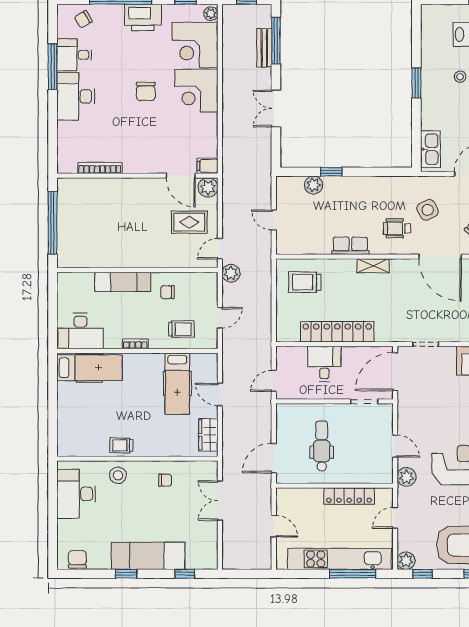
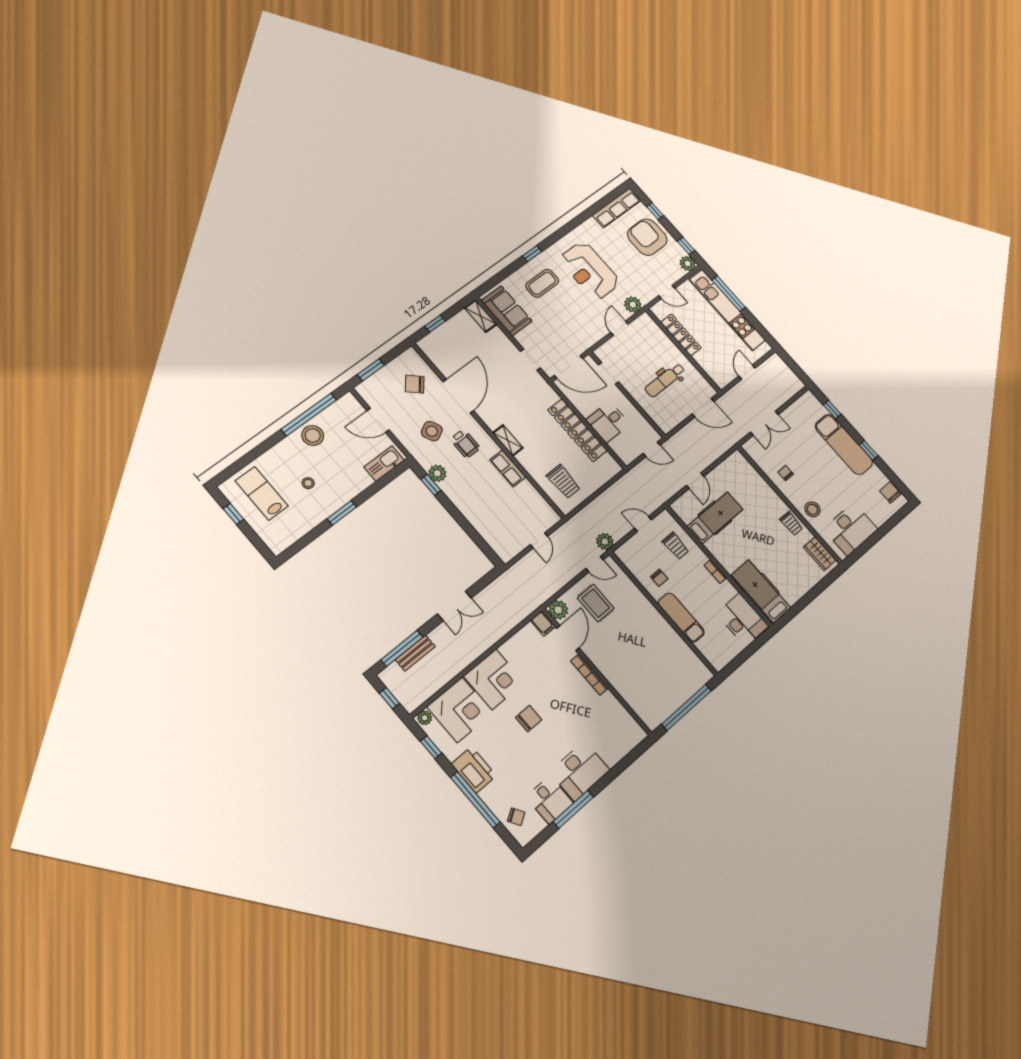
bookcase: (100, 168) -> (589, 674), moved
window: (331, 172) -> (431, 485), moved
plant: (313, 185) -> (437, 473), moved
trolley: (181, 329) -> (676, 546), turned 180
wardrobe: (208, 435) -> (820, 554), moved, turned 90
chair: (77, 559) -> (890, 492), turned 90

